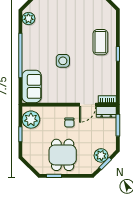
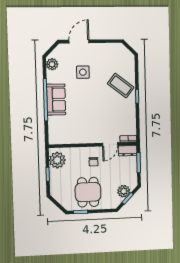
coffee table: (100, 42) -> (121, 86), turned -52
side table: (63, 61) -> (83, 72), moved
sofa: (32, 86) -> (56, 100), moved

